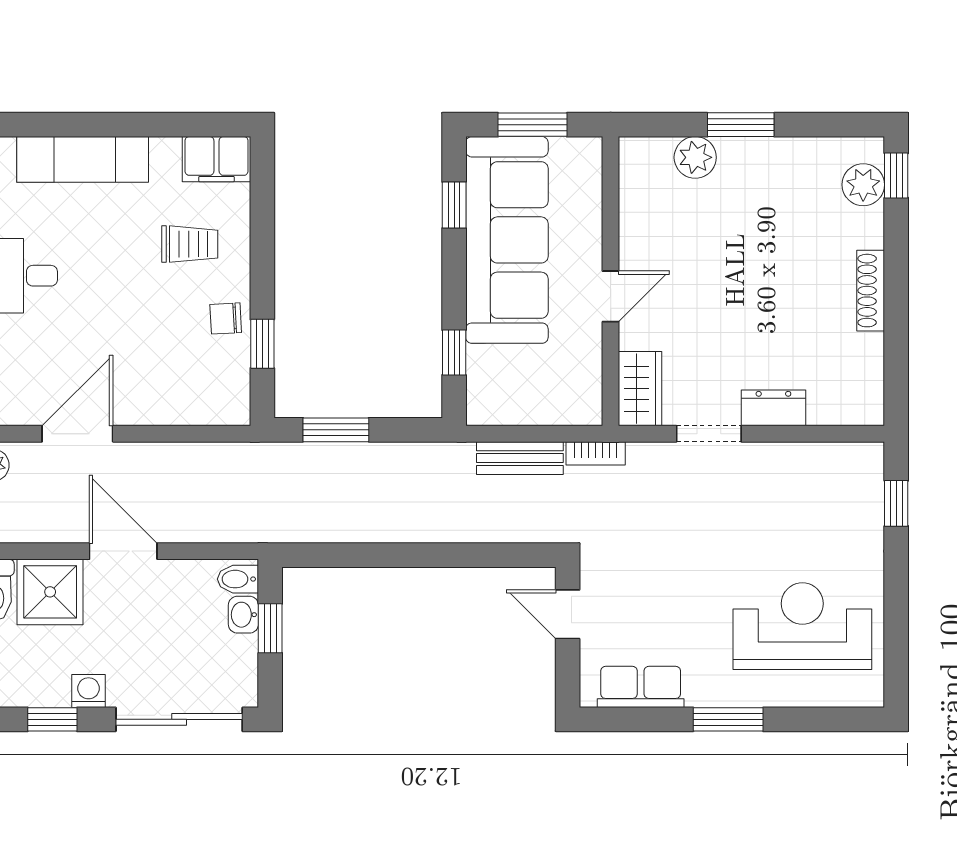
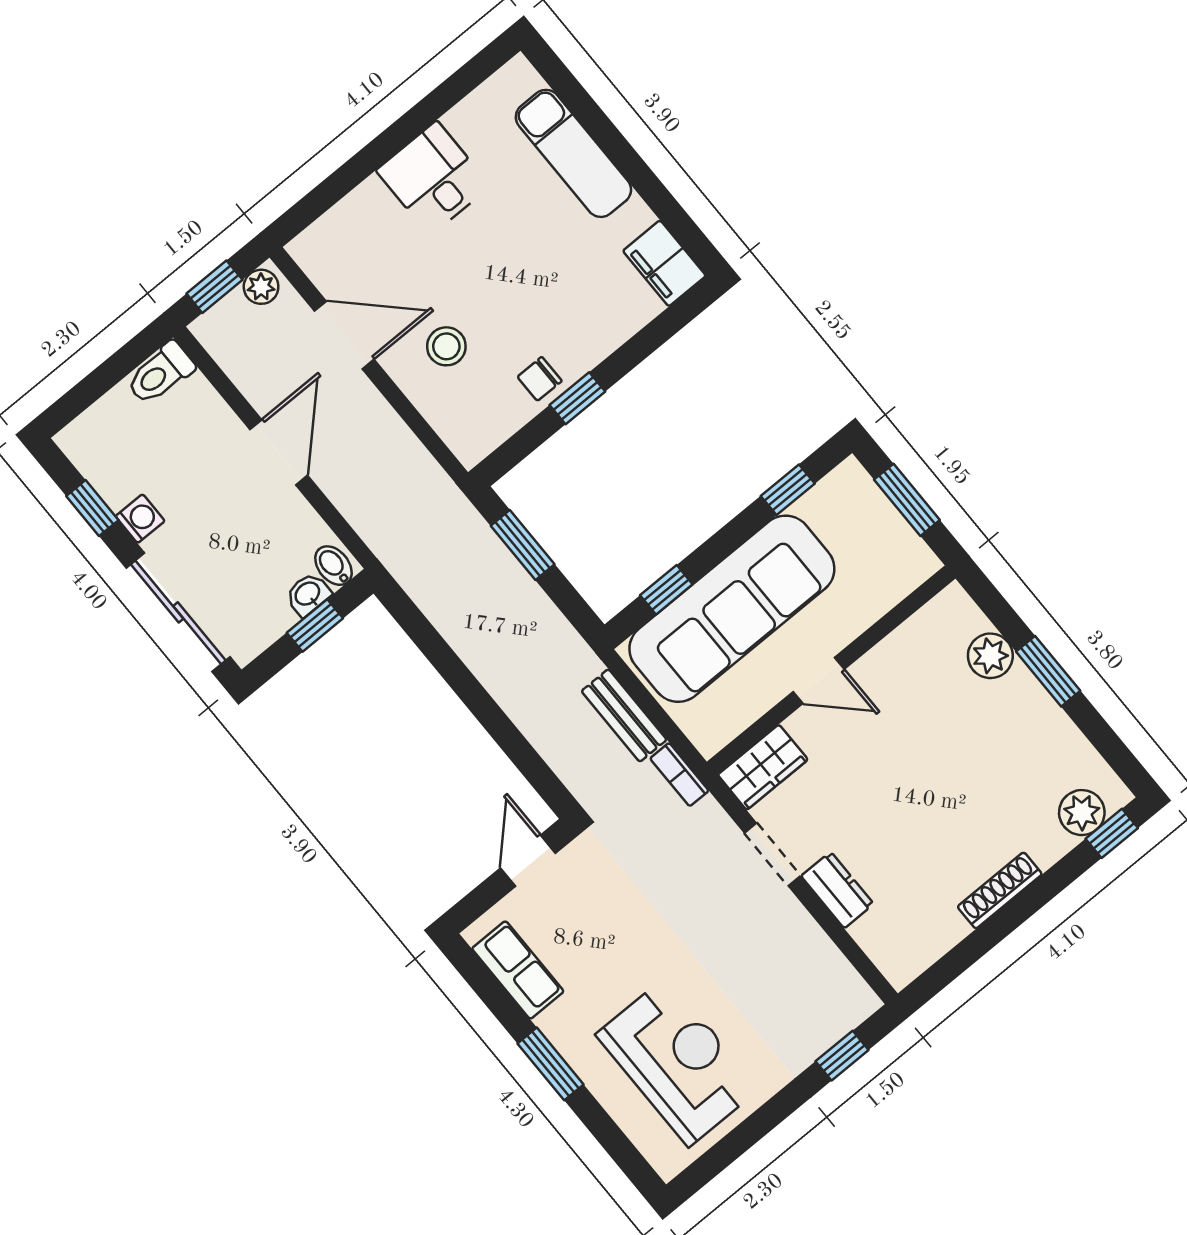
sofa: (507, 240) -> (732, 609), moved
trolley: (190, 244) -> (576, 299), removed
chair: (226, 318) -> (540, 379), turned -87
window: (262, 344) -> (577, 398), moved
stool: (147, 367) -> (446, 346), added
shower: (50, 592) -> (196, 420), removed

